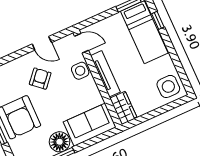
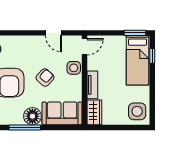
door: (82, 43) -> (85, 47), hinge flipped
tv unit: (105, 74) -> (92, 85), width x0.71
armchair: (40, 79) -> (45, 77), moved

